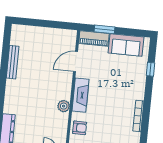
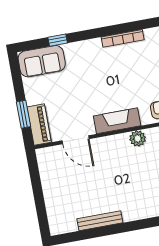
sofa: (126, 45) -> (42, 61), moved, turned 90

